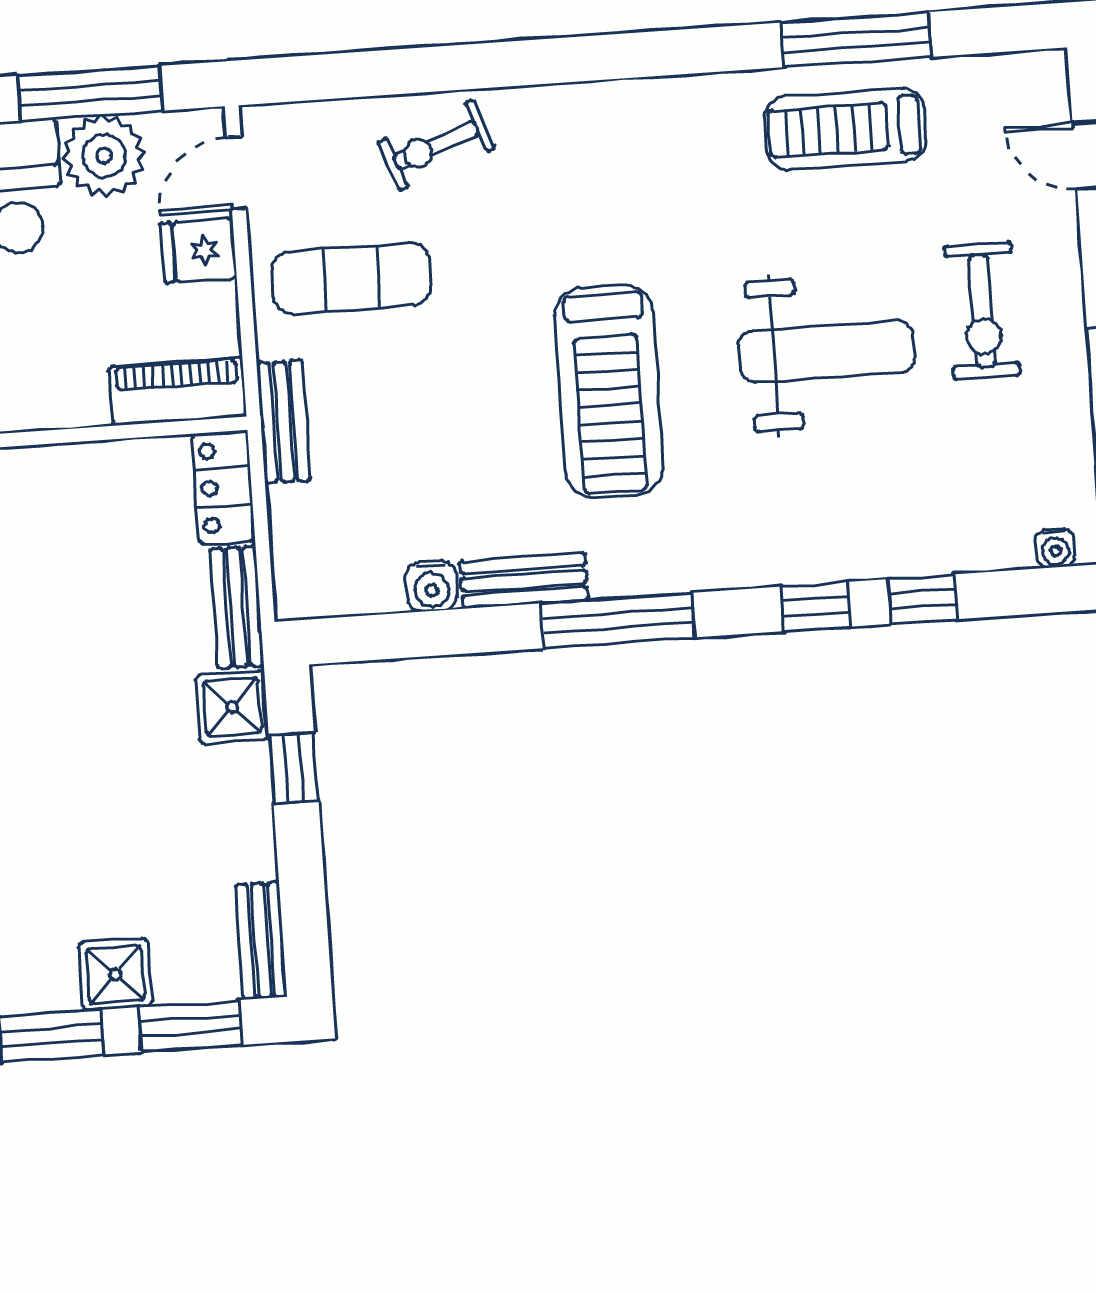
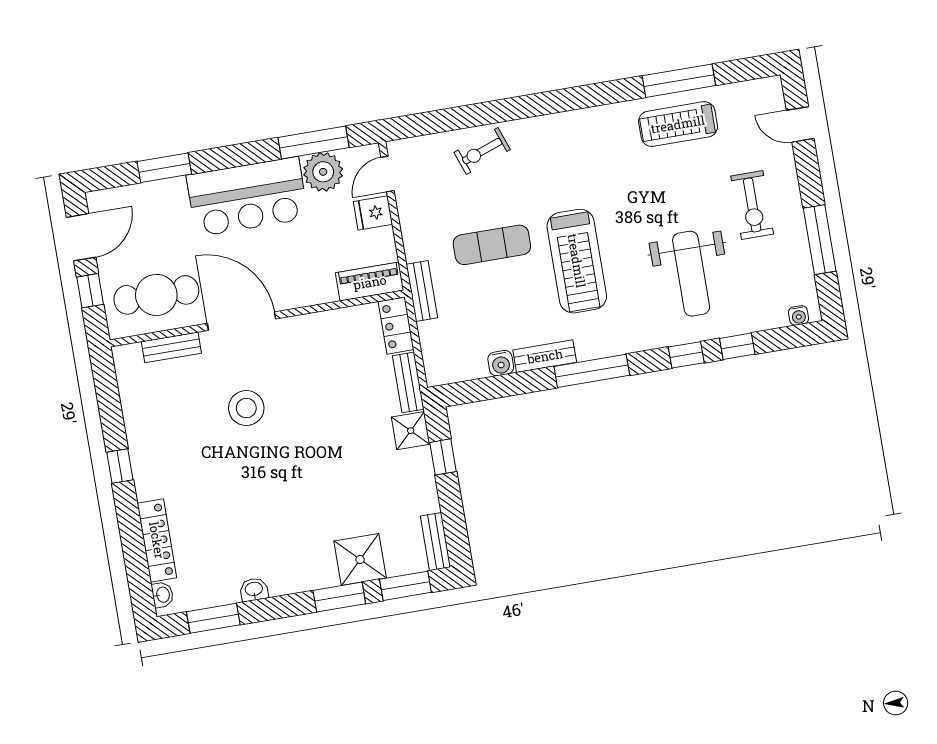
exercise mat: (351, 278) -> (492, 245), moved
weight bench: (827, 352) -> (691, 274), moved, turned 90
shower: (115, 974) -> (360, 559), width x1.36, depth x1.36

